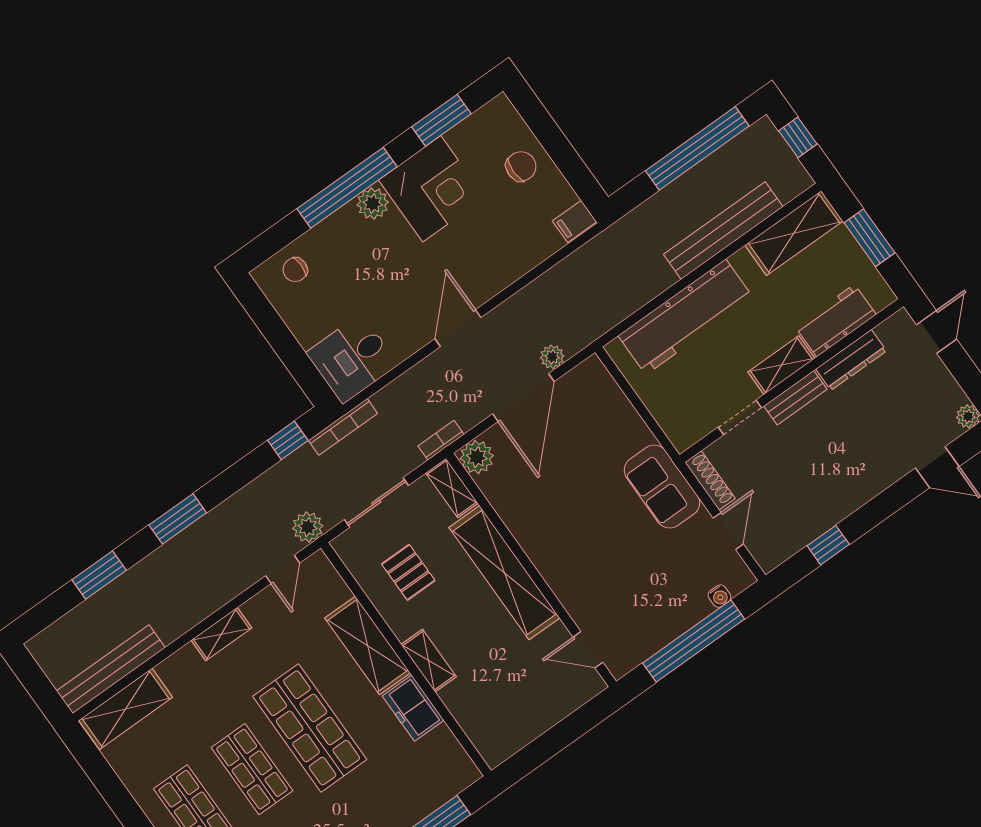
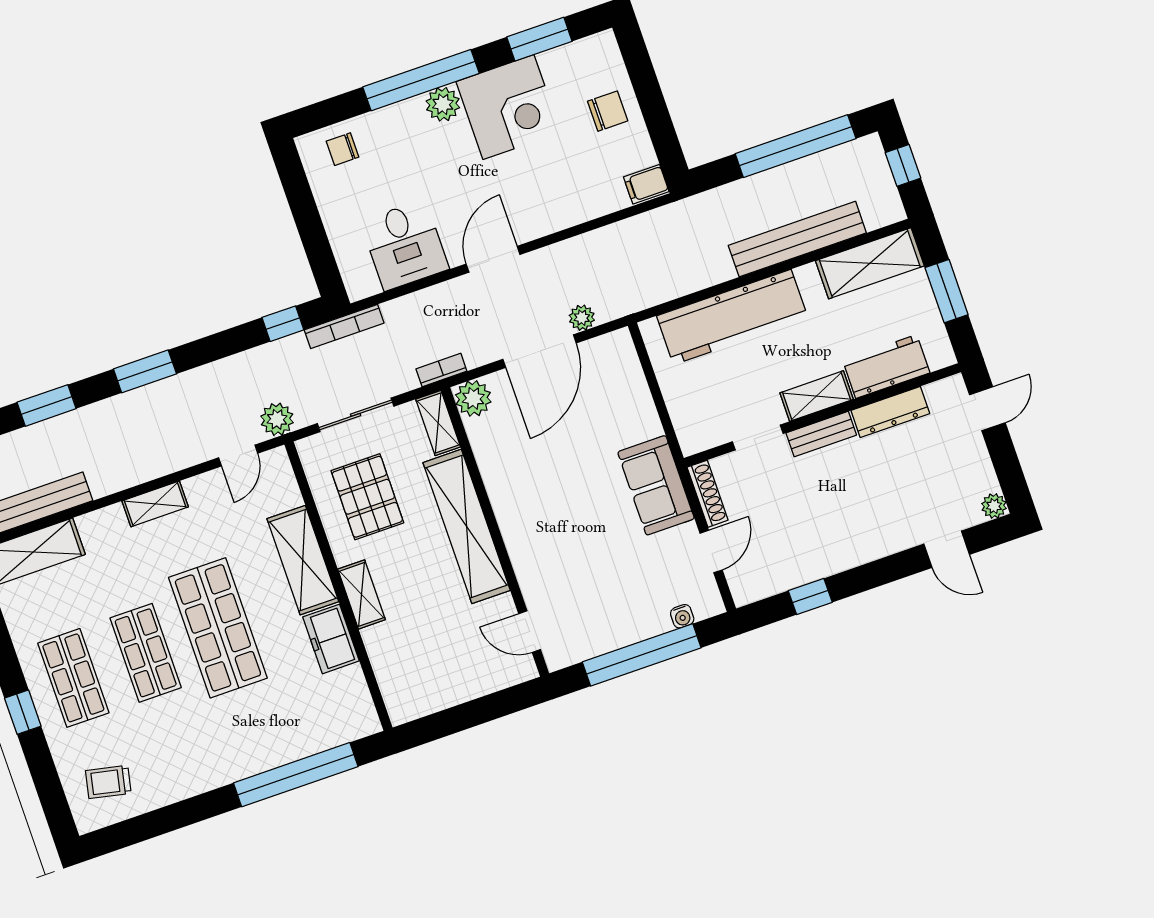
desk: (352, 359) -> (405, 245), moved, turned -90
pallet: (408, 572) -> (367, 497), width x1.50, depth x1.42

